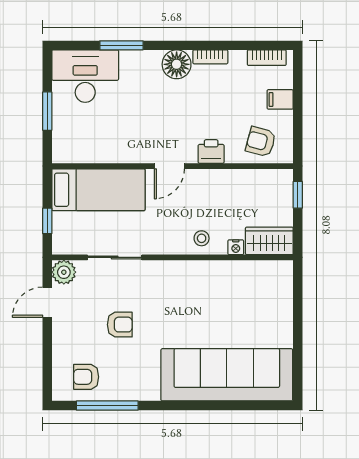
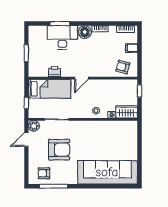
desk: (85, 76) -> (62, 37), moved
printer: (211, 152) -> (55, 71), moved
armchair: (120, 325) -> (59, 150), width x1.88, depth x1.88

